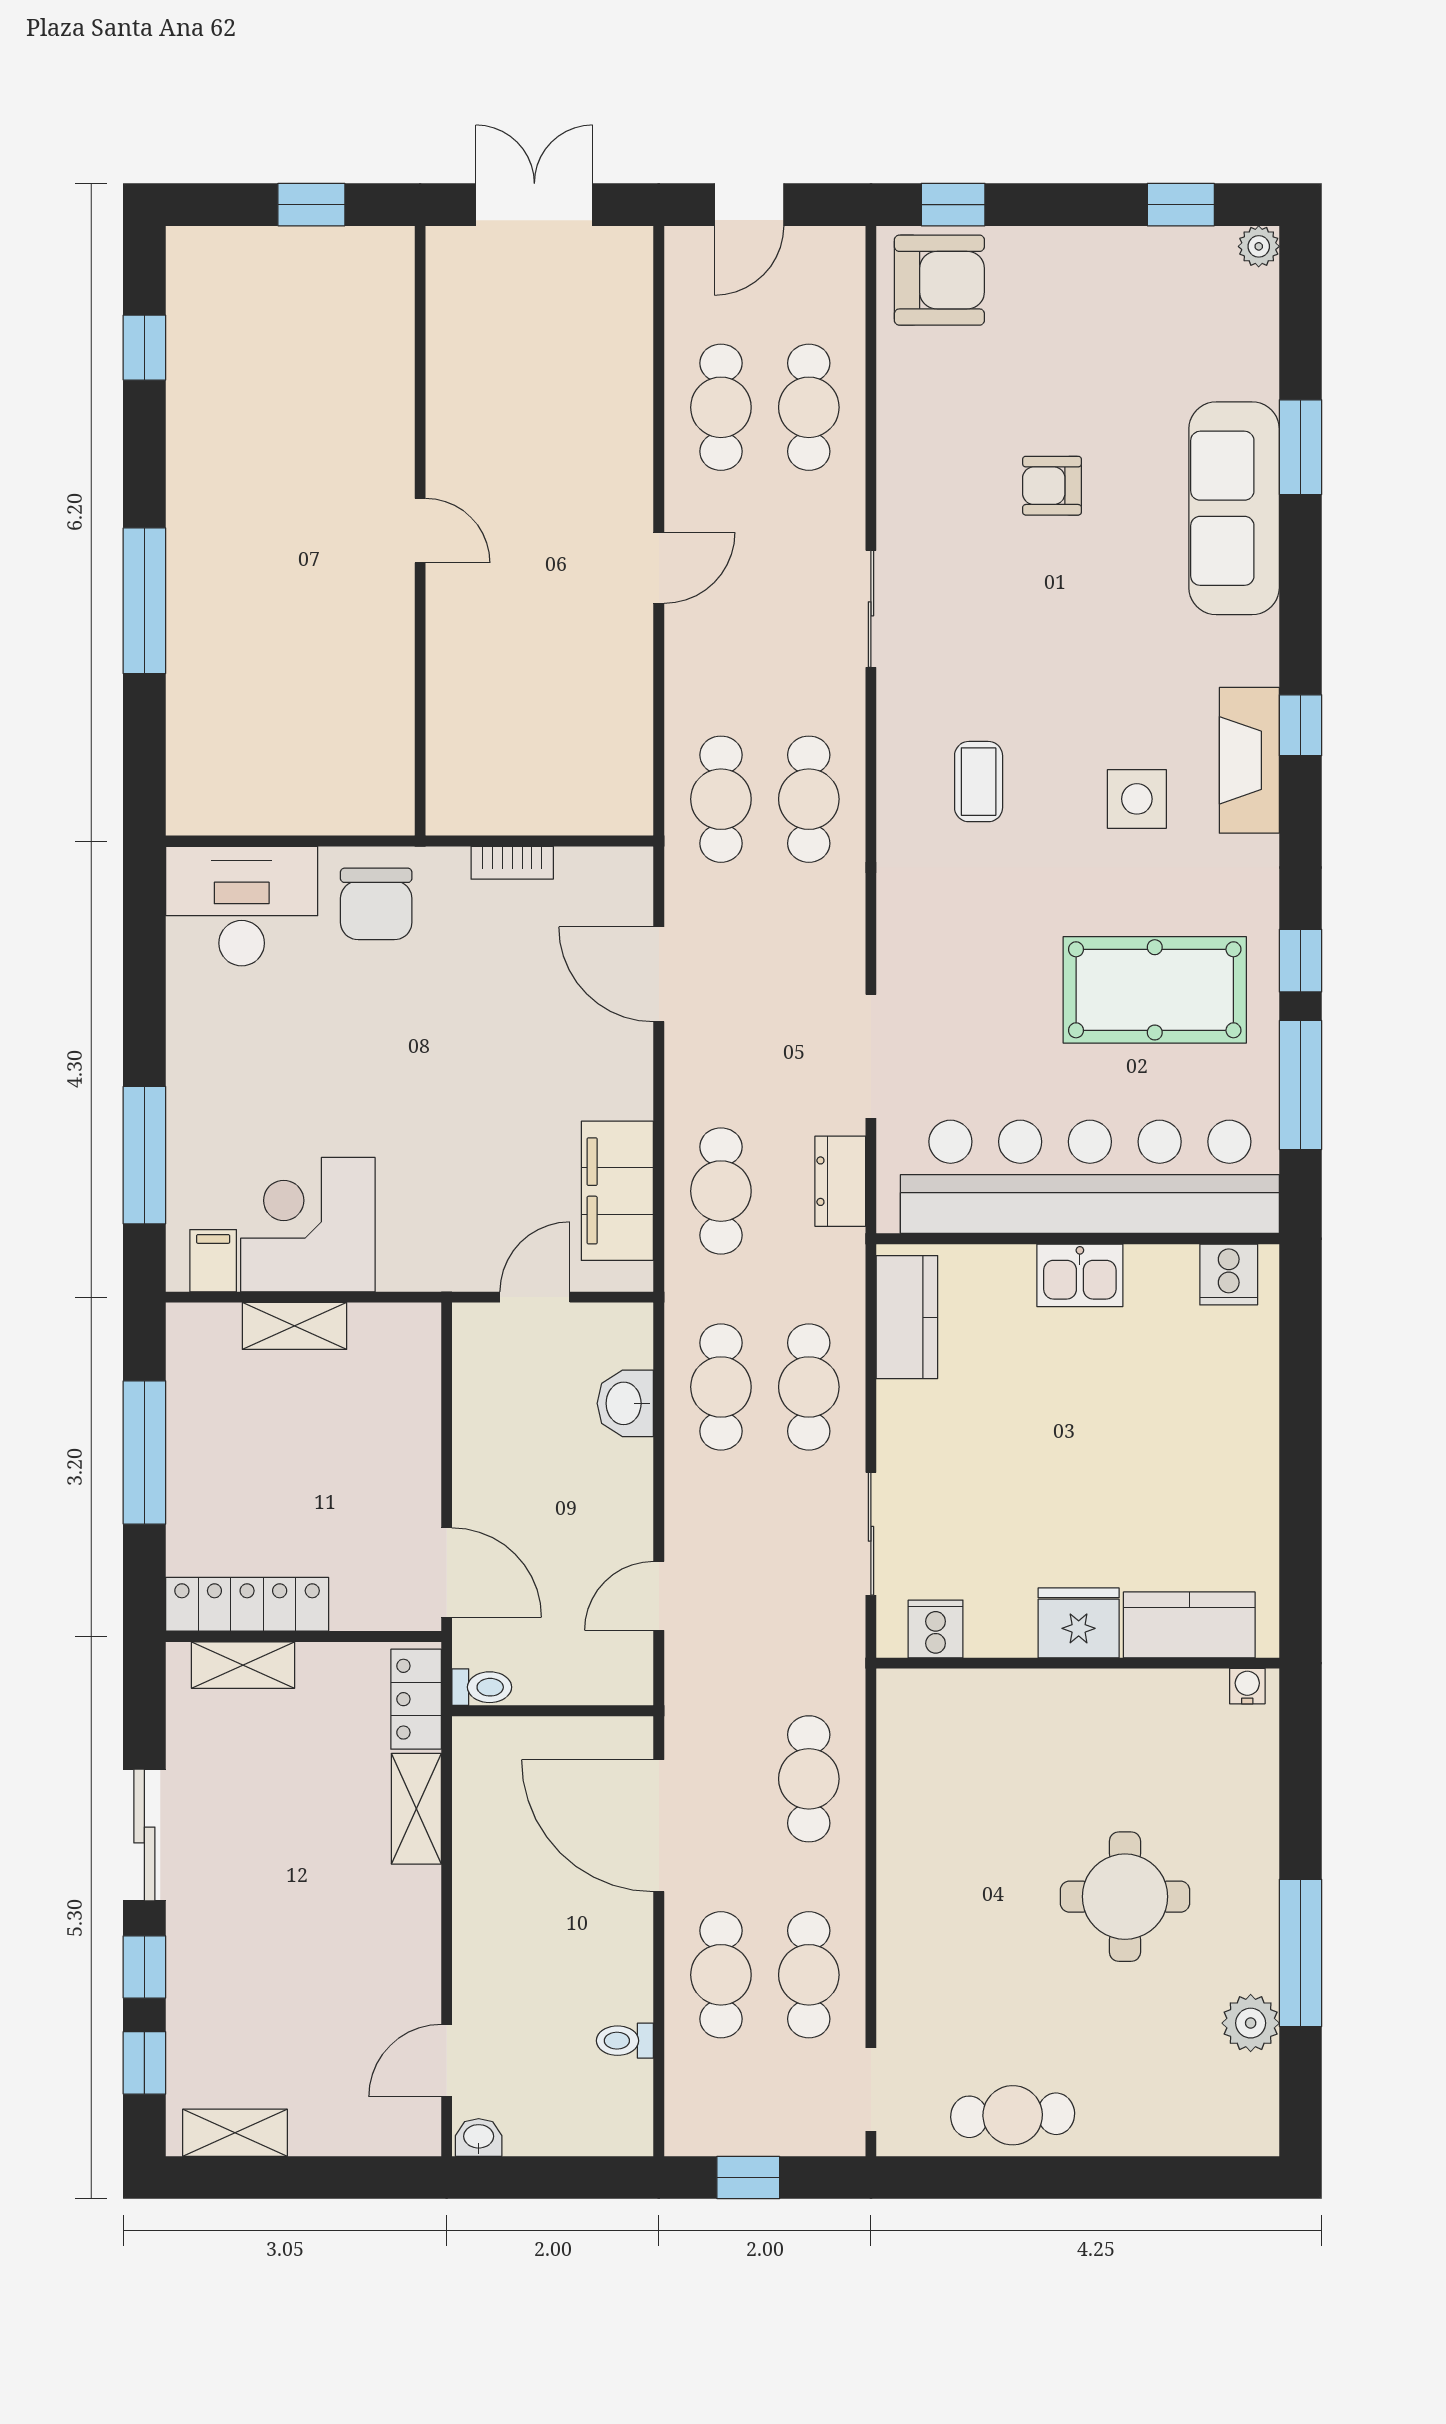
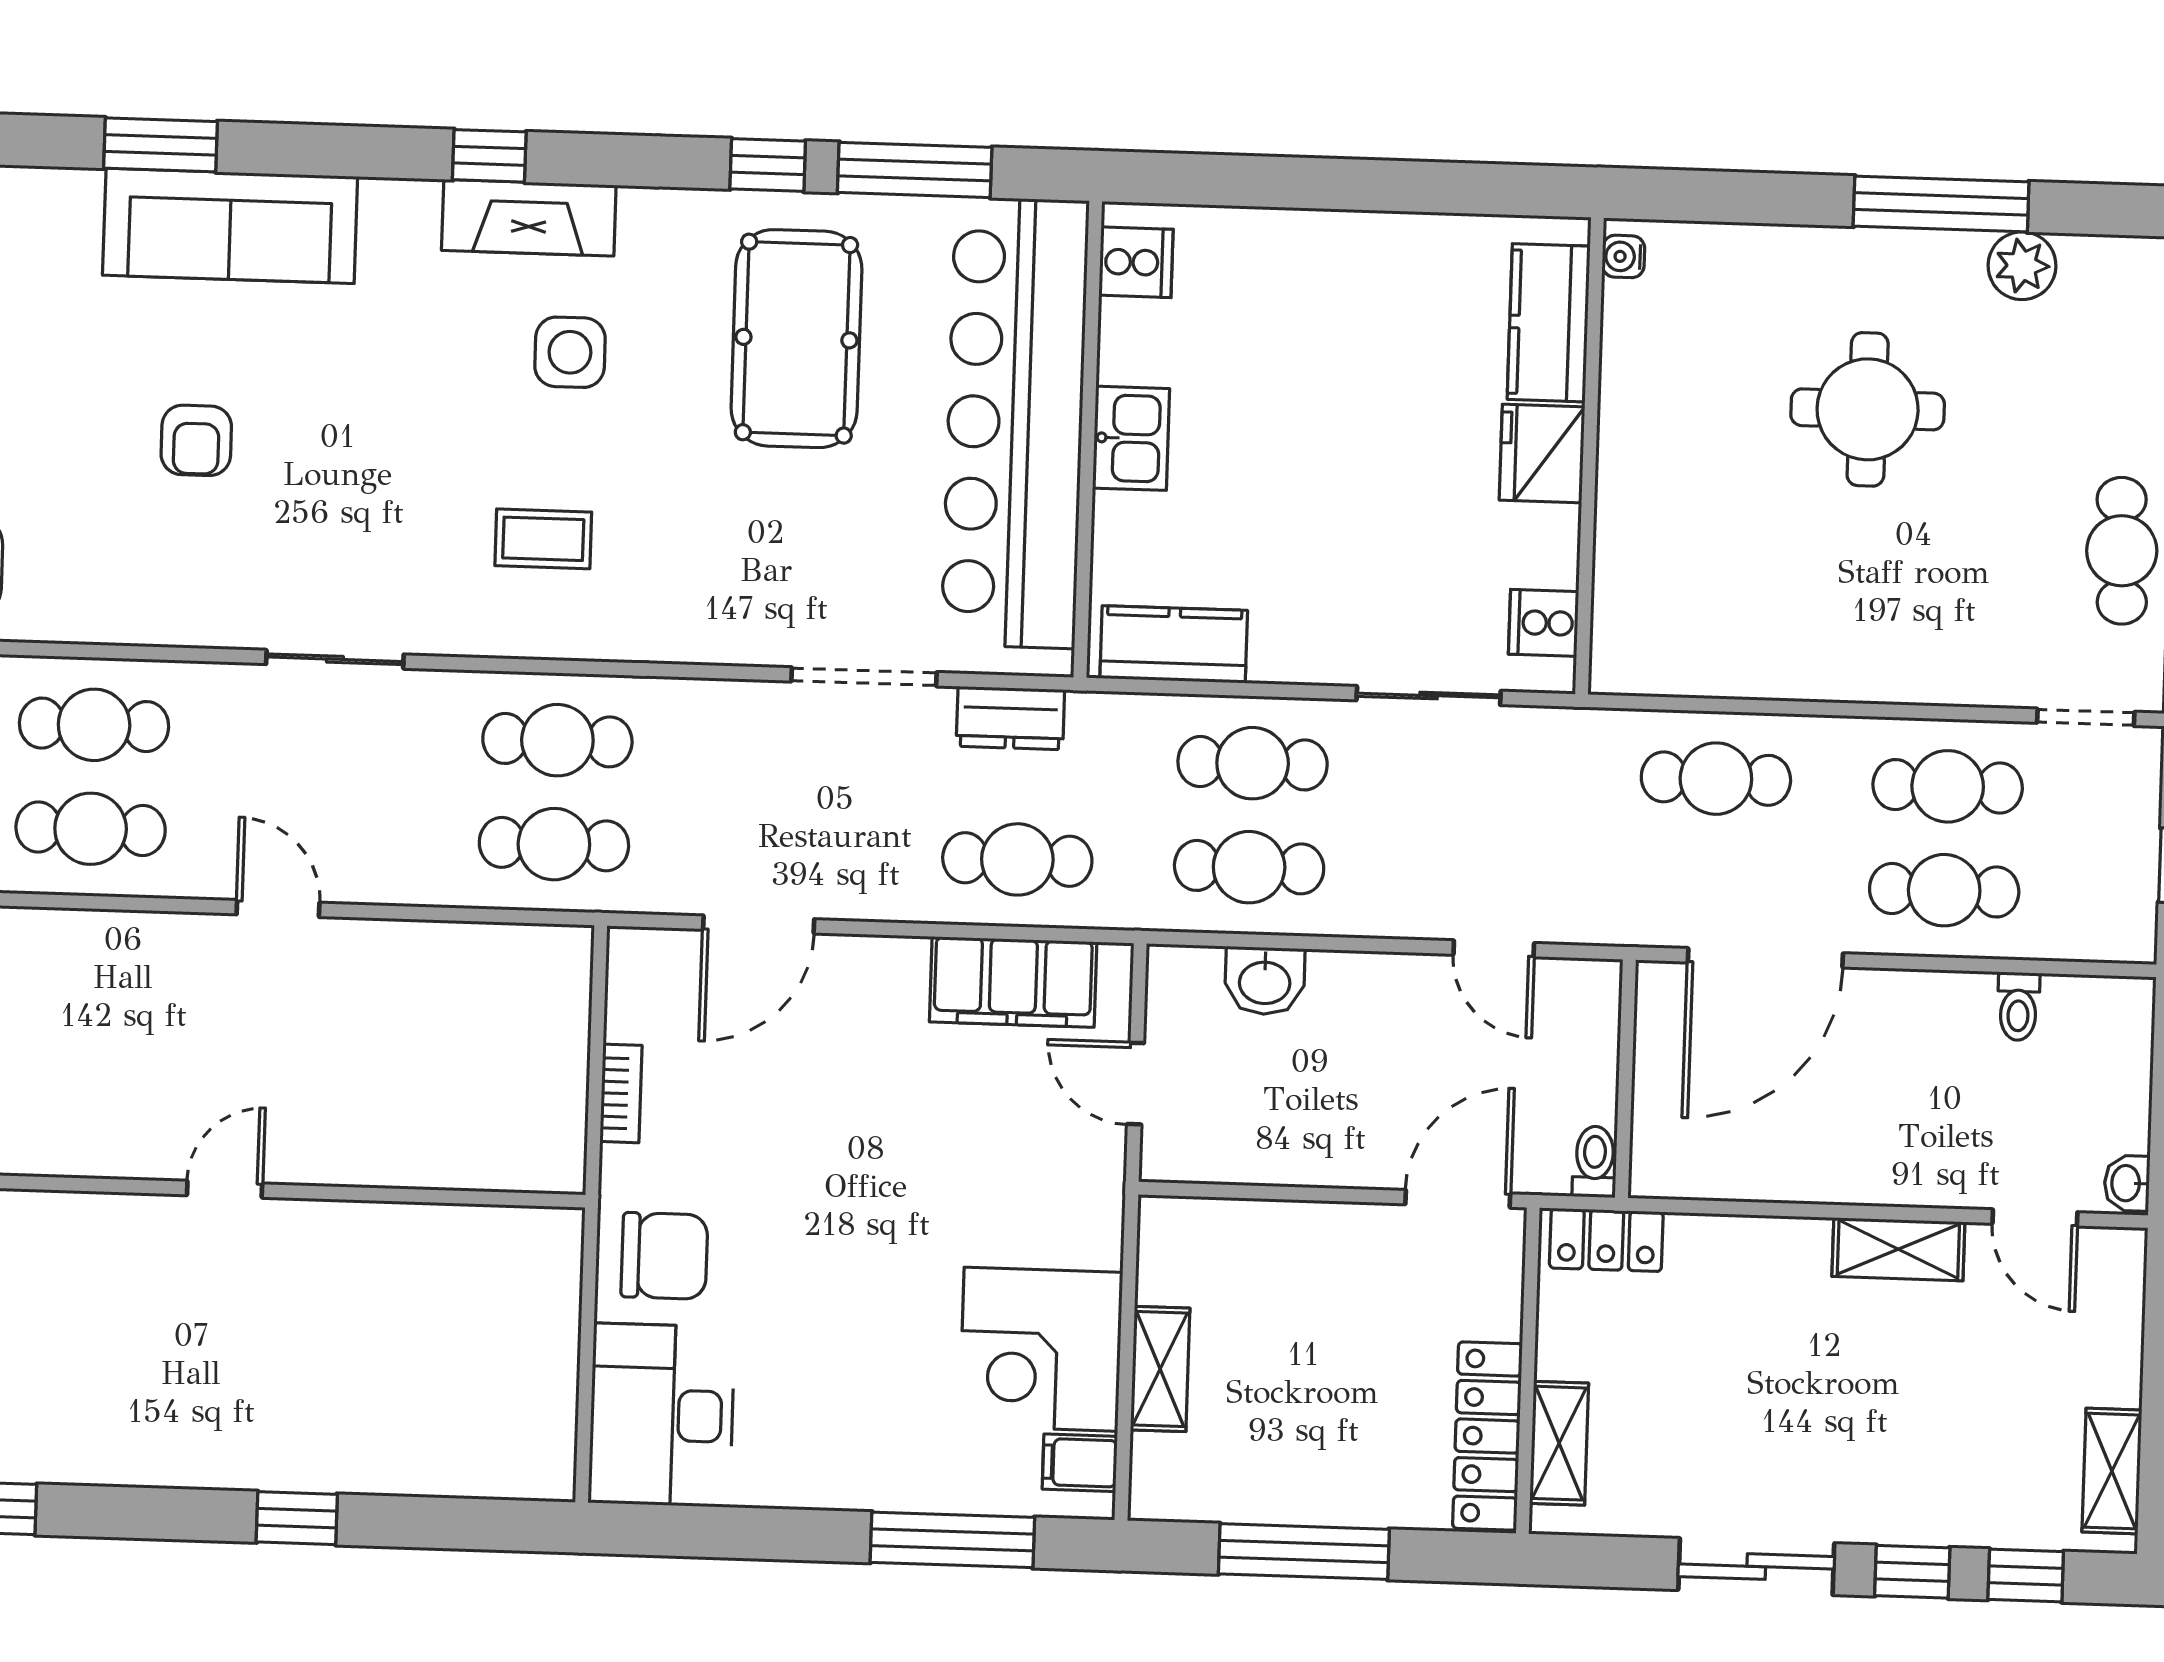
window: (144, 601) -> (297, 1518), width x0.46
shelving: (416, 1809) -> (1898, 1249), moved

